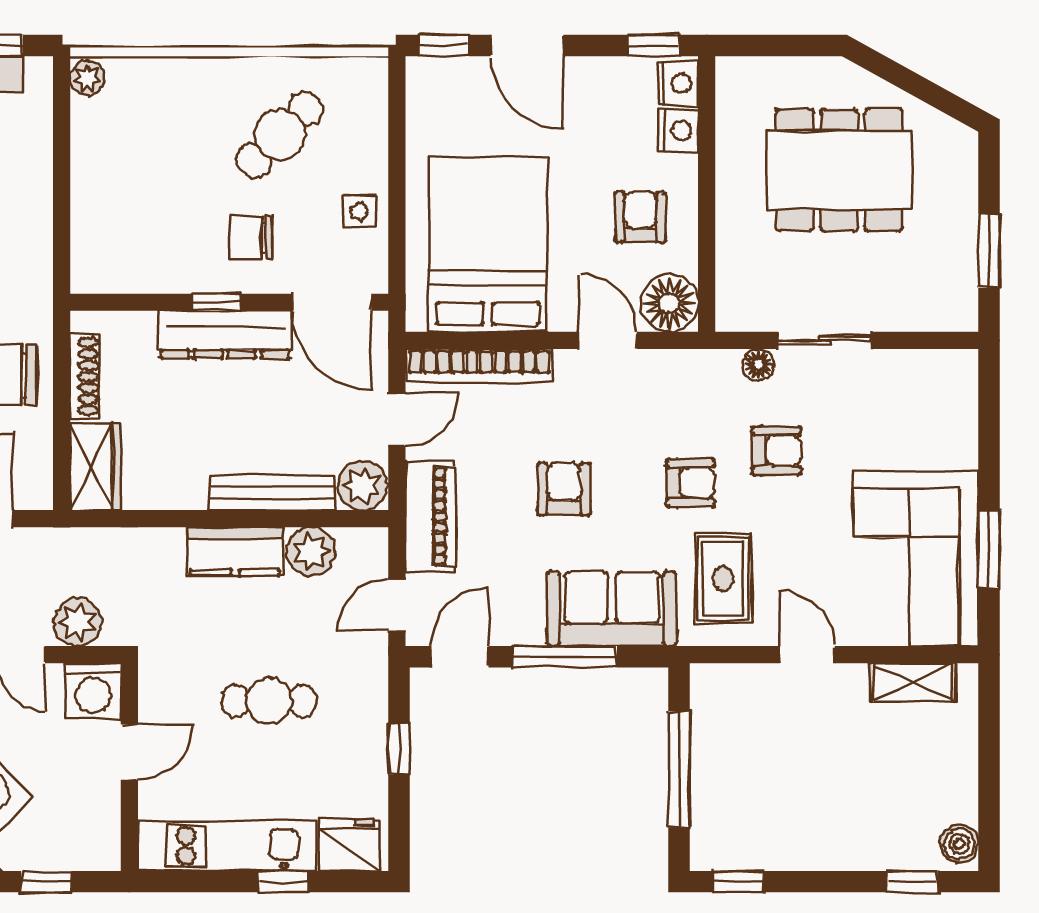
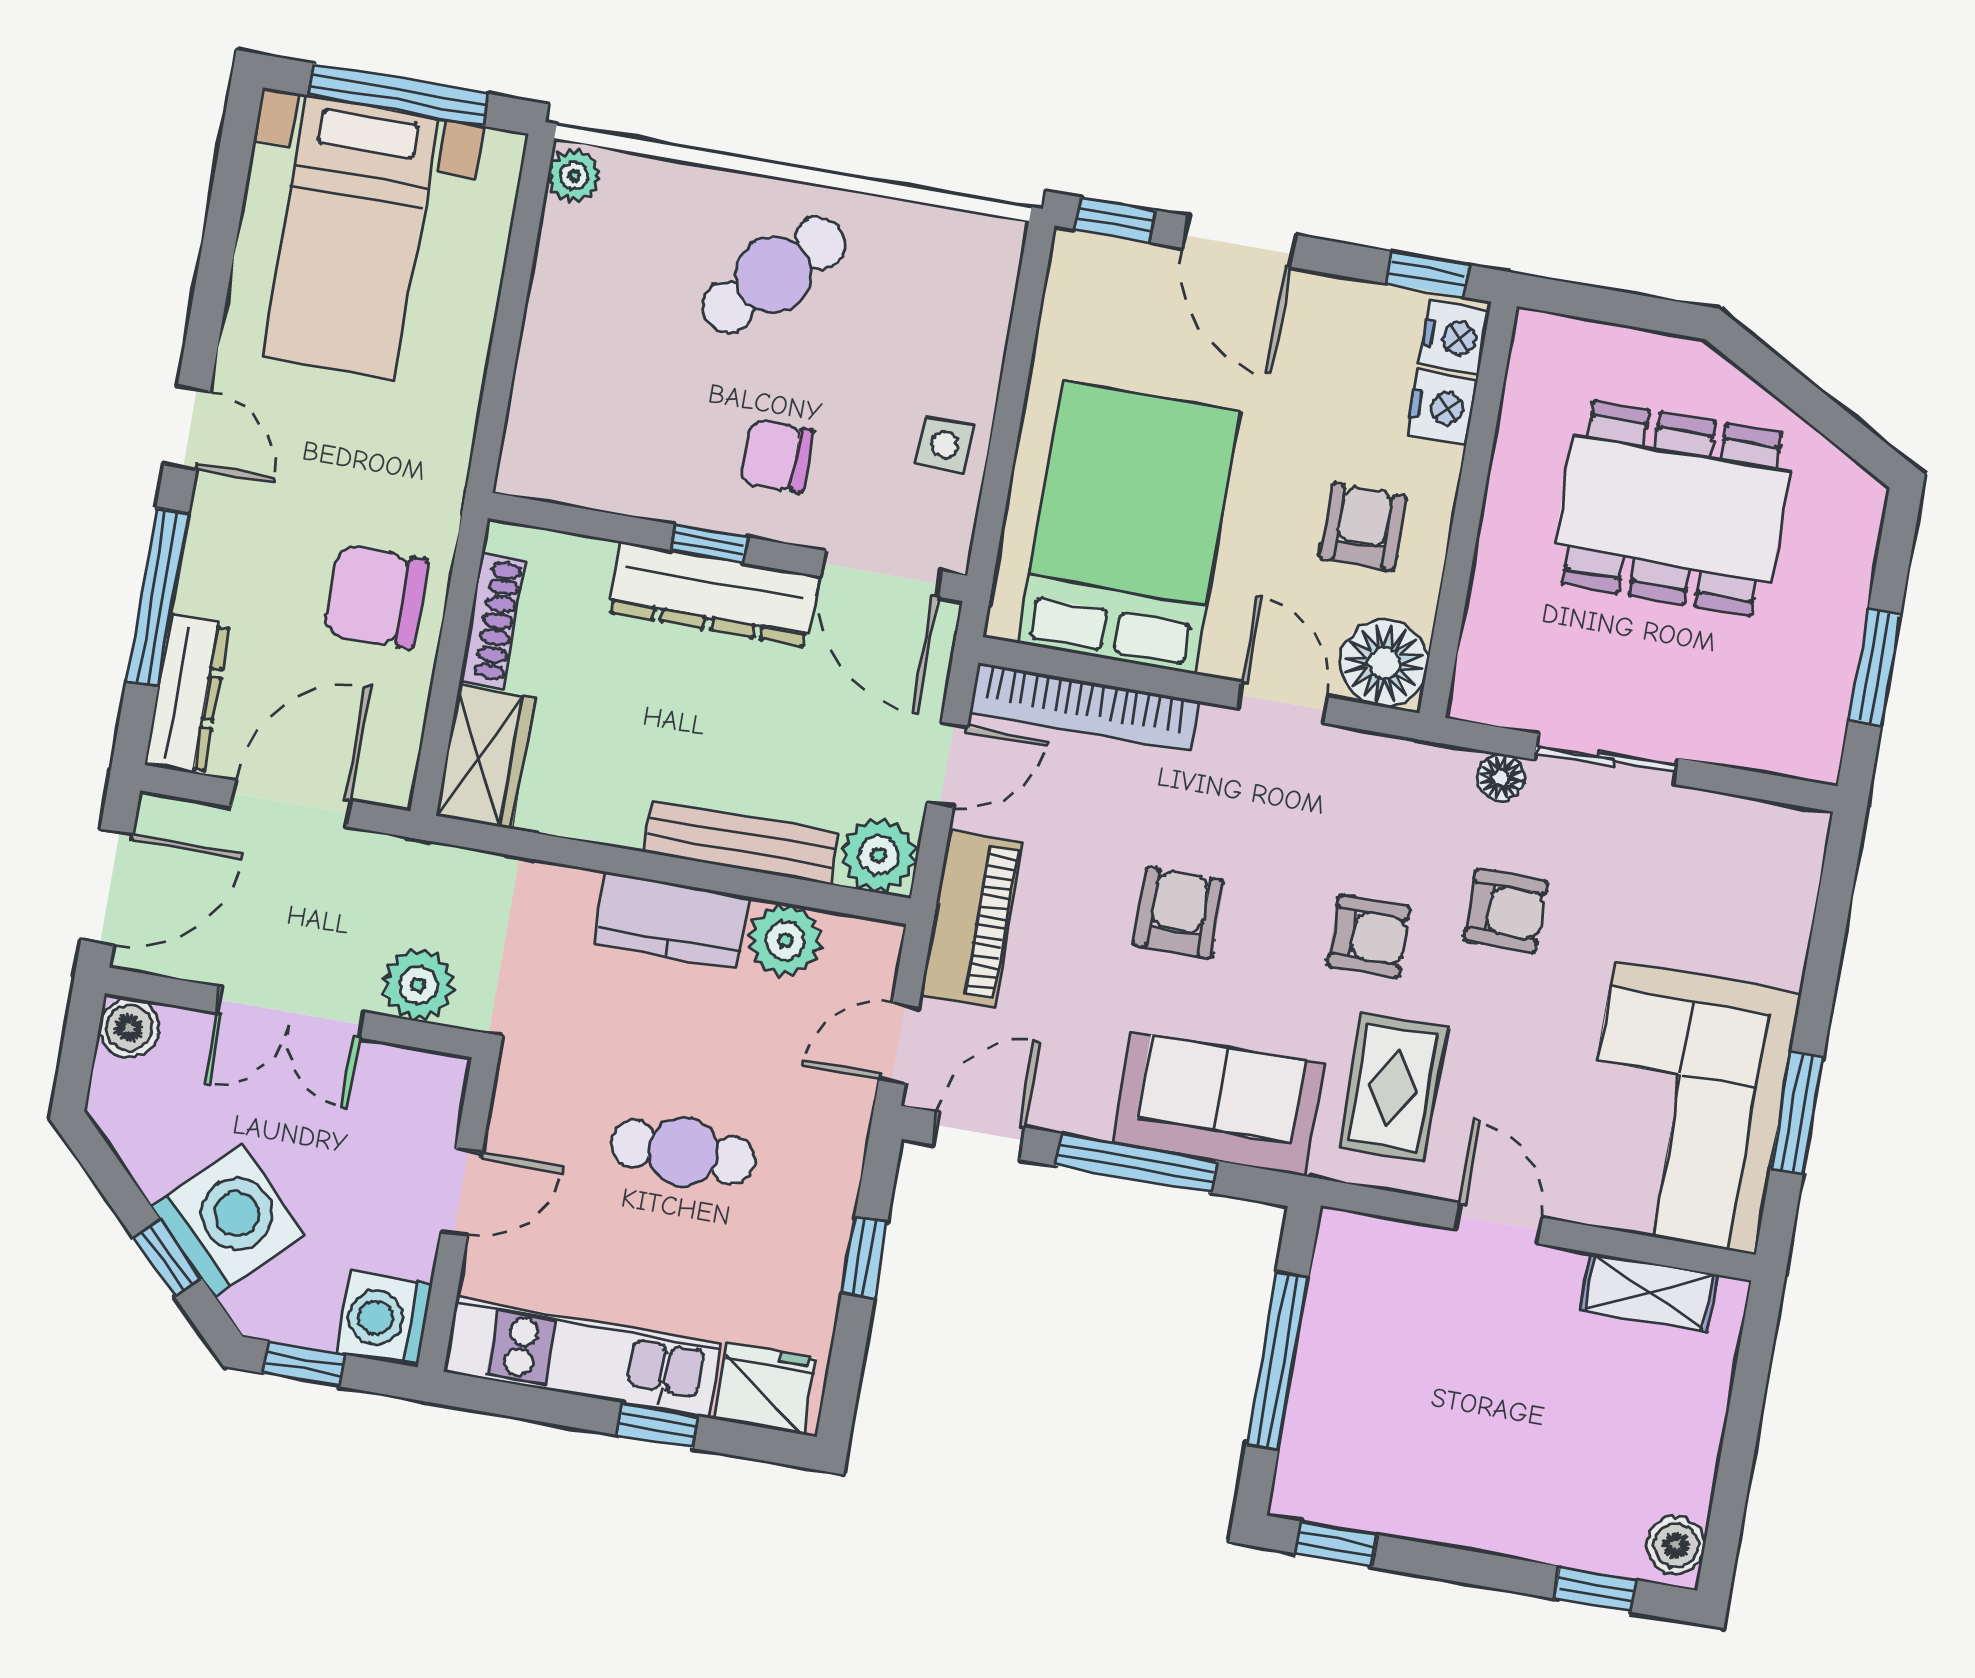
cafe table: (280, 135) -> (774, 275), moved
washing machine: (93, 691) -> (384, 1319), moved, turned 90

